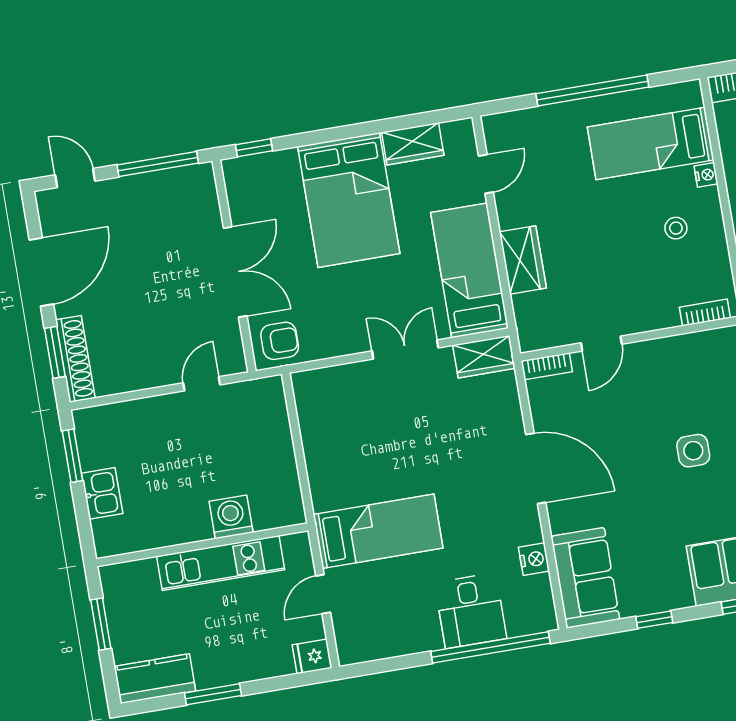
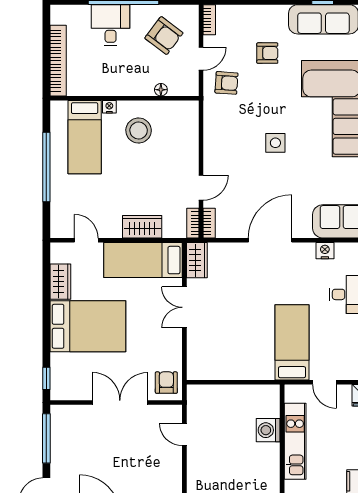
stool: (676, 228) -> (139, 131), width x1.89, depth x1.89
bookcase: (705, 313) -> (193, 223), moved
door: (601, 344) -> (201, 188), hinge flipped

